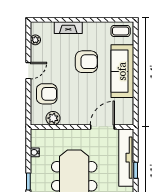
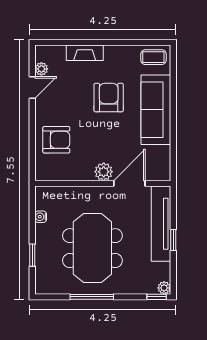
armchair: (86, 62) -> (109, 97), turned -90
door: (28, 71) -> (32, 88), moved
plant: (53, 118) -> (104, 172), moved

